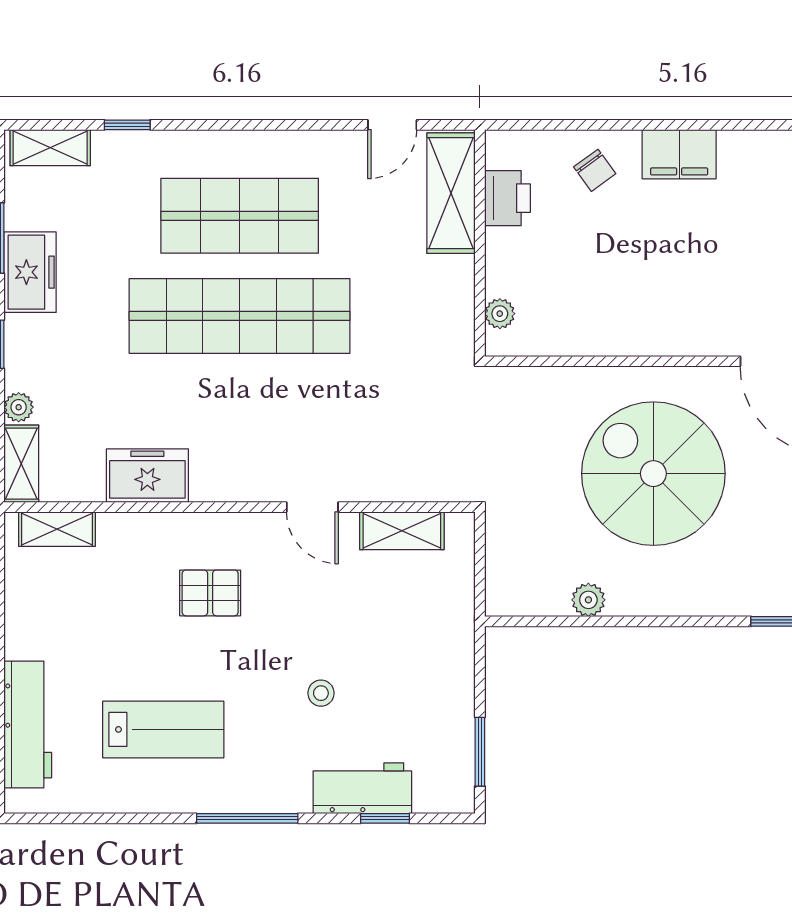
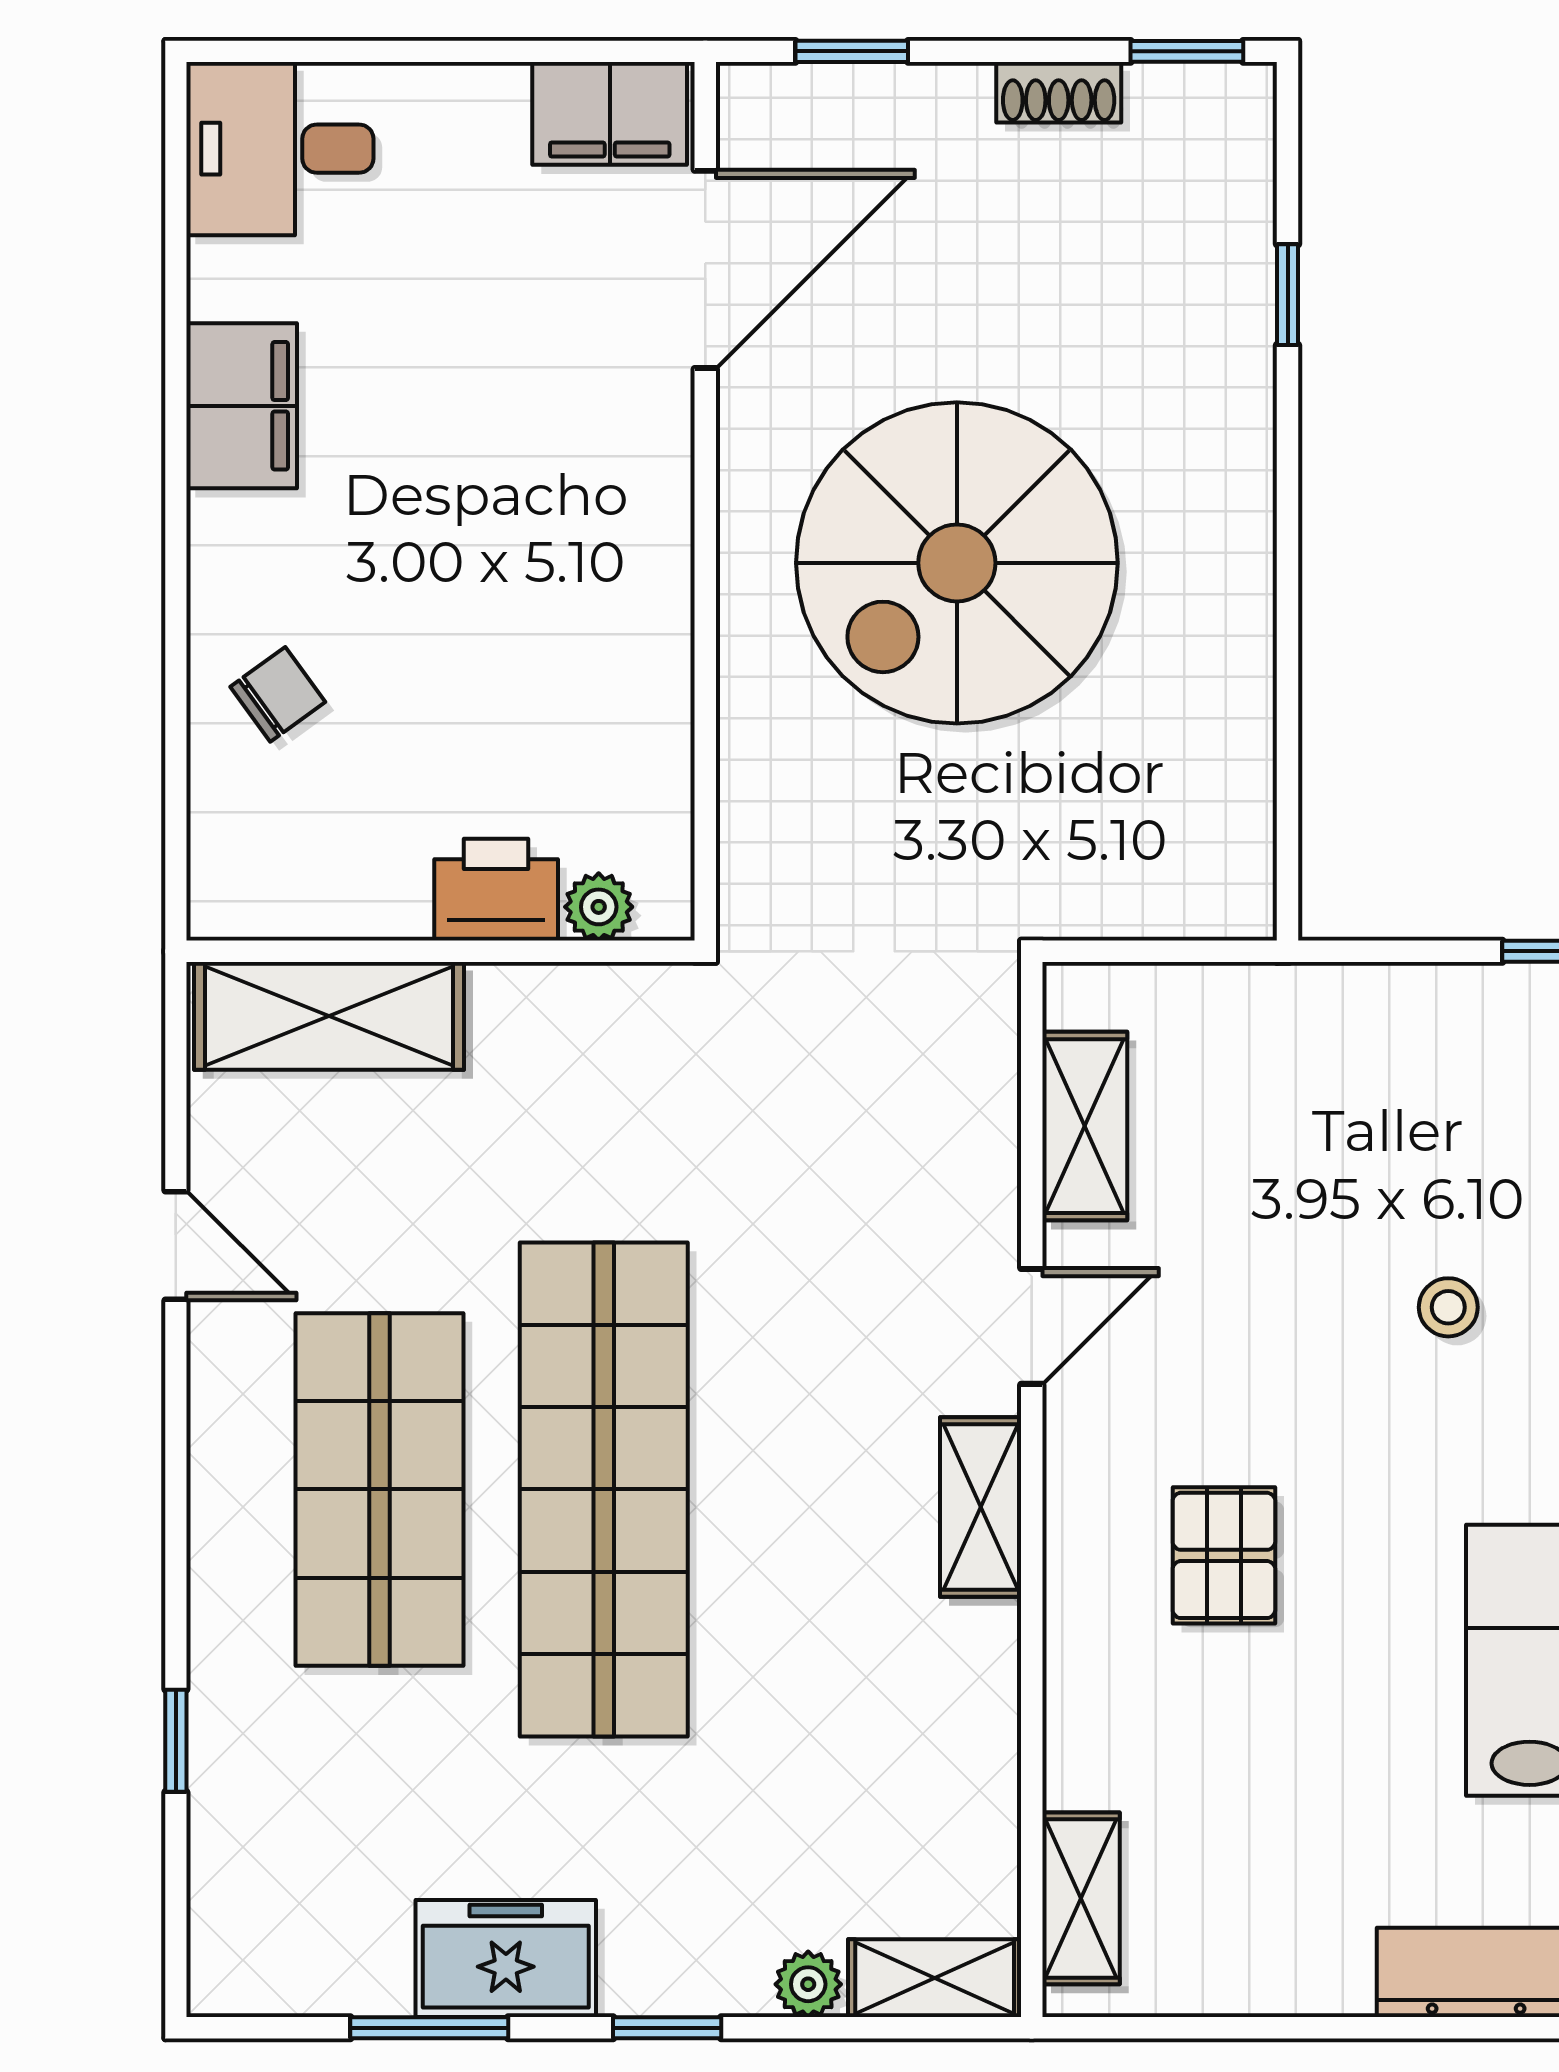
door: (392, 125) -> (176, 1246), moved
shelving: (50, 148) -> (981, 1507), moved
filing cabinet: (679, 154) -> (242, 406), moved
printer: (507, 198) -> (496, 890), moved
freezer: (147, 476) -> (961, 1696), removed
plant: (588, 600) -> (1239, 708), removed

